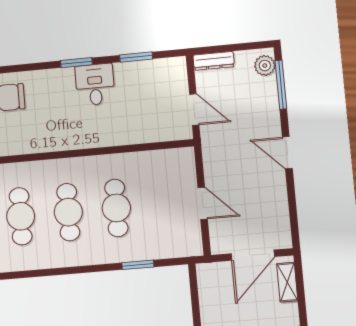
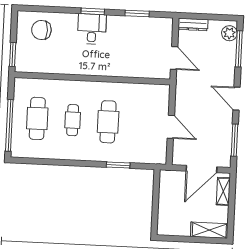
desk: (95, 85) -> (92, 29), moved
window: (293, 210) -> (235, 140), added
cafe table: (68, 212) -> (73, 120), width x0.73, depth x0.74

